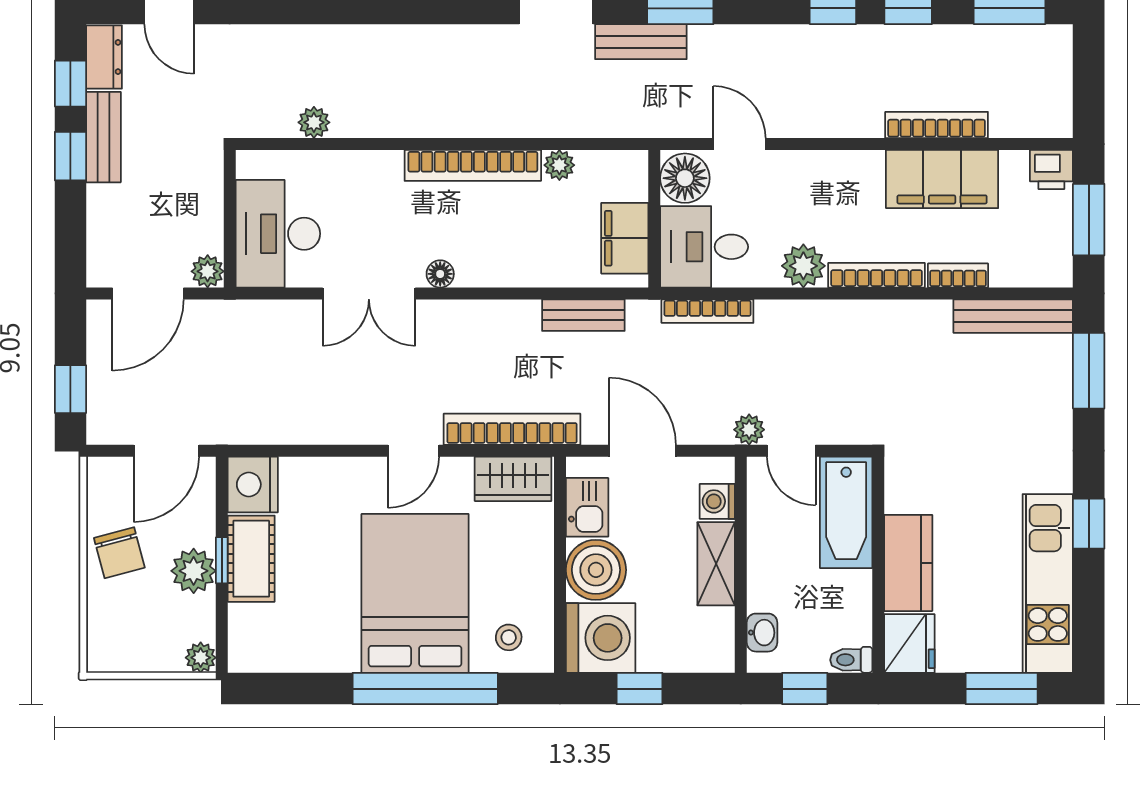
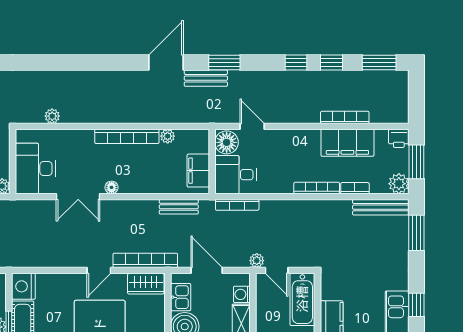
plant: (803, 266) -> (399, 184), moved

